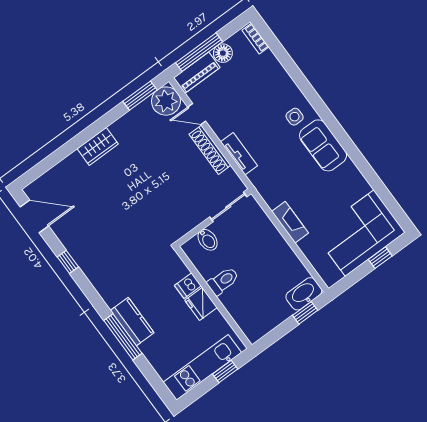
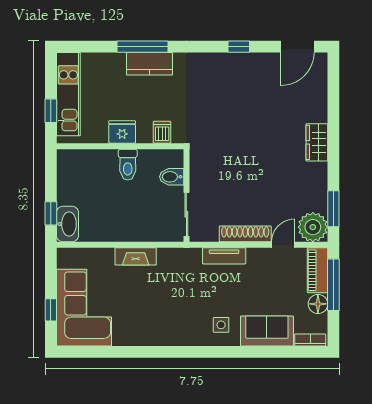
sofa: (323, 145) -> (267, 331), moved
dishwasher: (188, 286) -> (162, 132), moved

